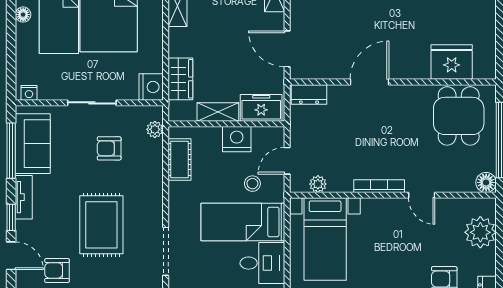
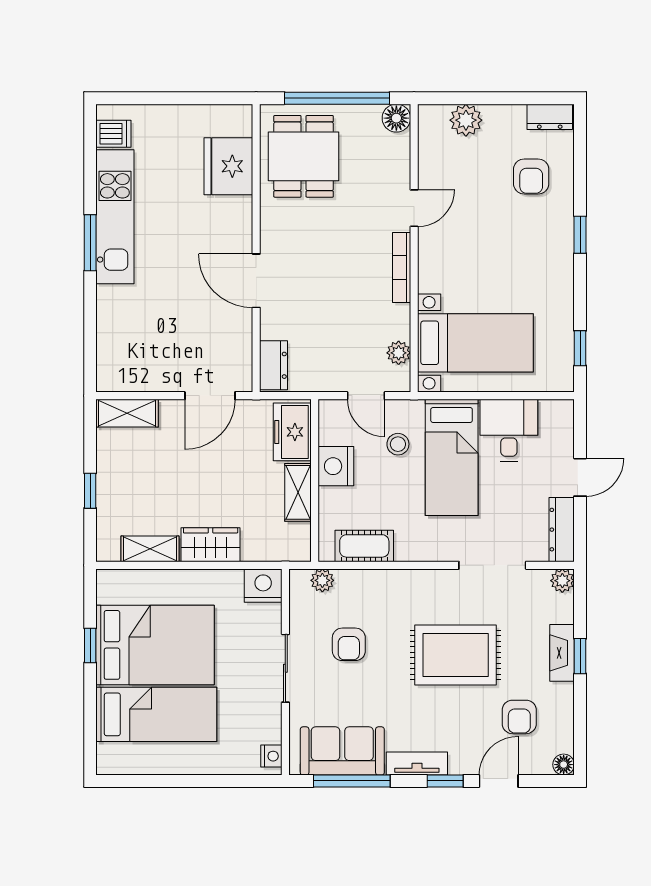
floor lamp: (23, 15) -> (162, 764), removed
wardrobe: (180, 79) -> (211, 545), moved
dining table: (459, 116) -> (304, 156), turned 90
plant: (480, 232) -> (466, 120), width x0.73, depth x0.73

